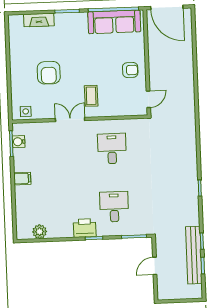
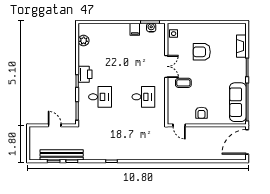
filing cabinet: (22, 179) -> (135, 29), moved

